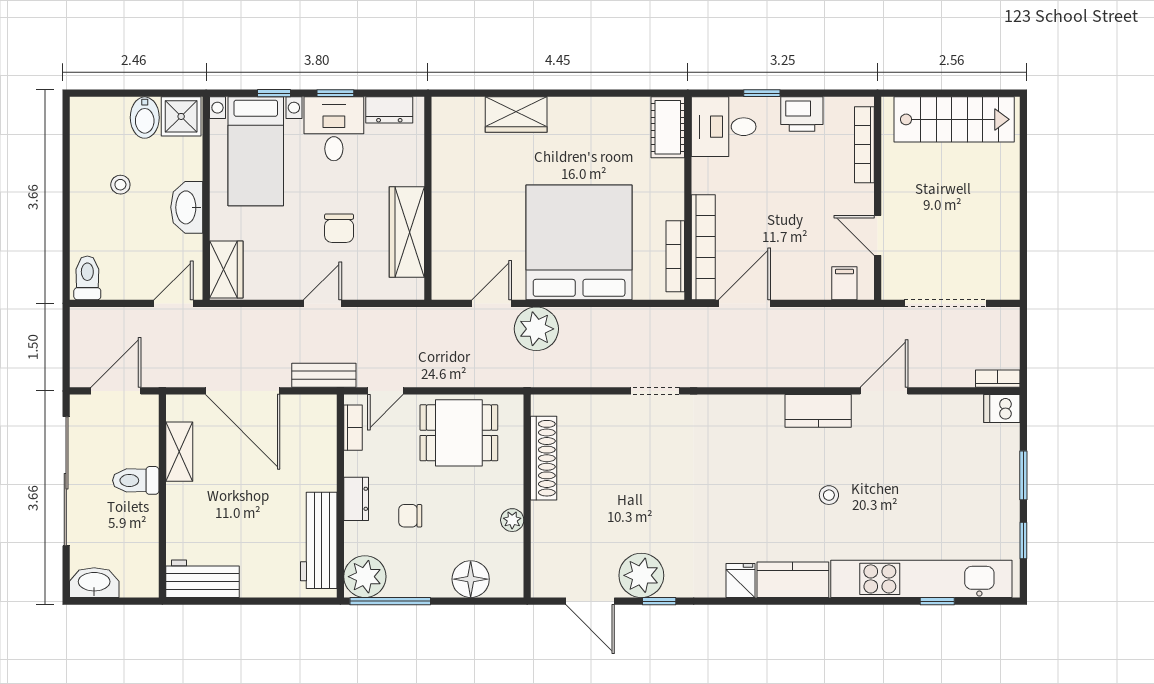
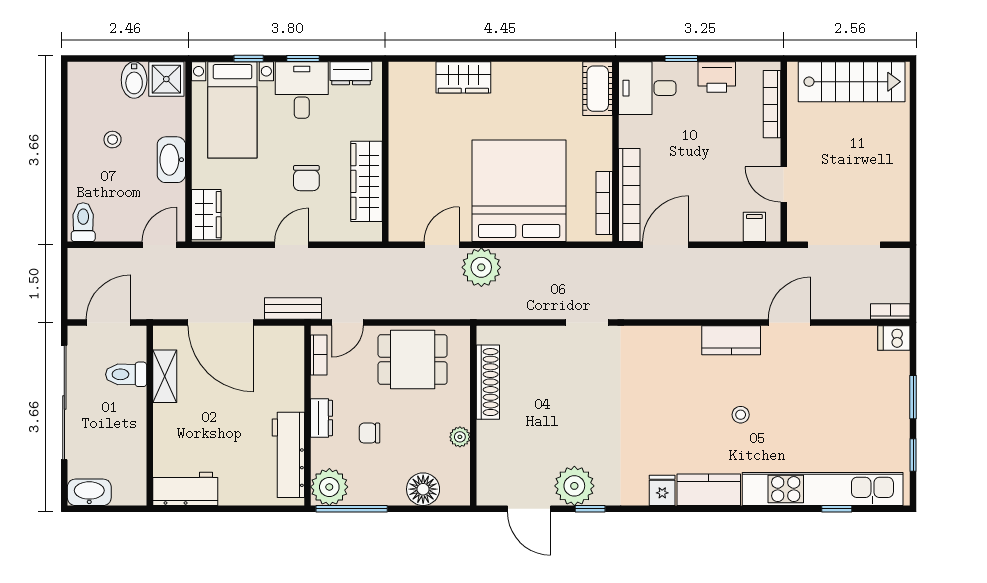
toilet: (136, 480) -> (126, 374), moved

